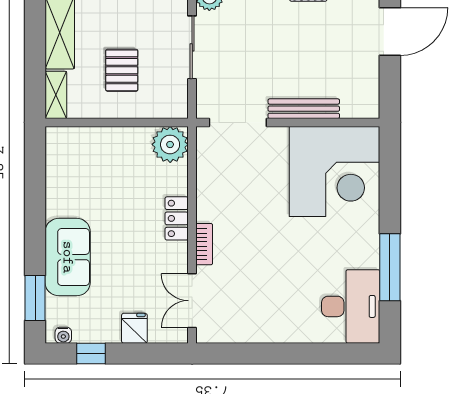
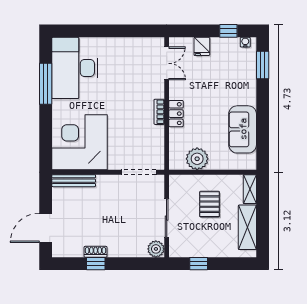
bench: (304, 109) -> (74, 181), moved
plant: (170, 144) -> (197, 159), moved
bookcase: (204, 244) -> (159, 112), moved
sofa: (68, 257) -> (243, 129), moved
desk: (351, 306) -> (75, 68), width x1.36, depth x1.30

